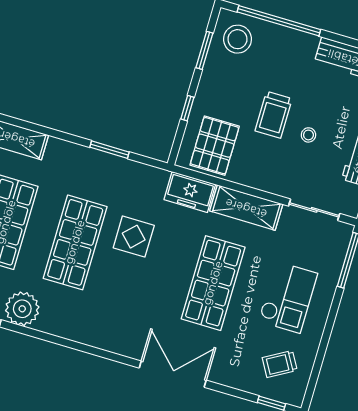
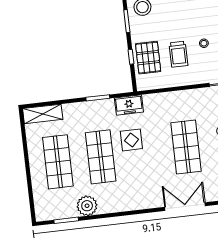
trolley: (274, 115) -> (178, 54), moved
pallet: (215, 146) -> (148, 58), moved
freezer: (190, 192) -> (129, 105), moved
shelving: (246, 208) -> (187, 98), removed

